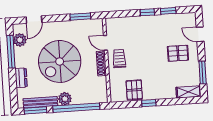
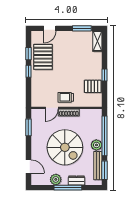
plant: (20, 40) -> (56, 179), moved
window: (11, 52) -> (68, 188), moved
pallet: (178, 53) -> (43, 57), moved, width x1.50, depth x1.42

